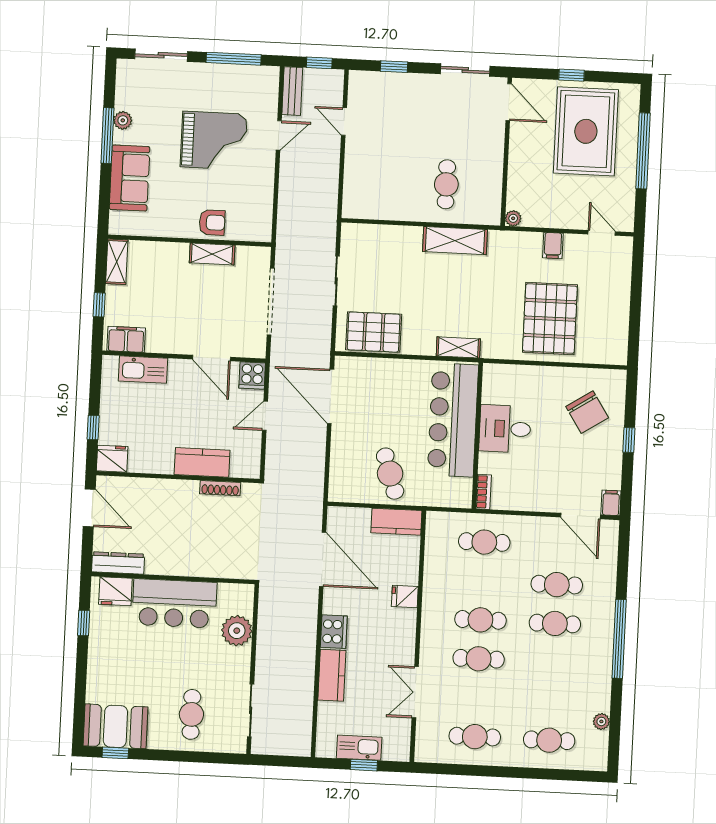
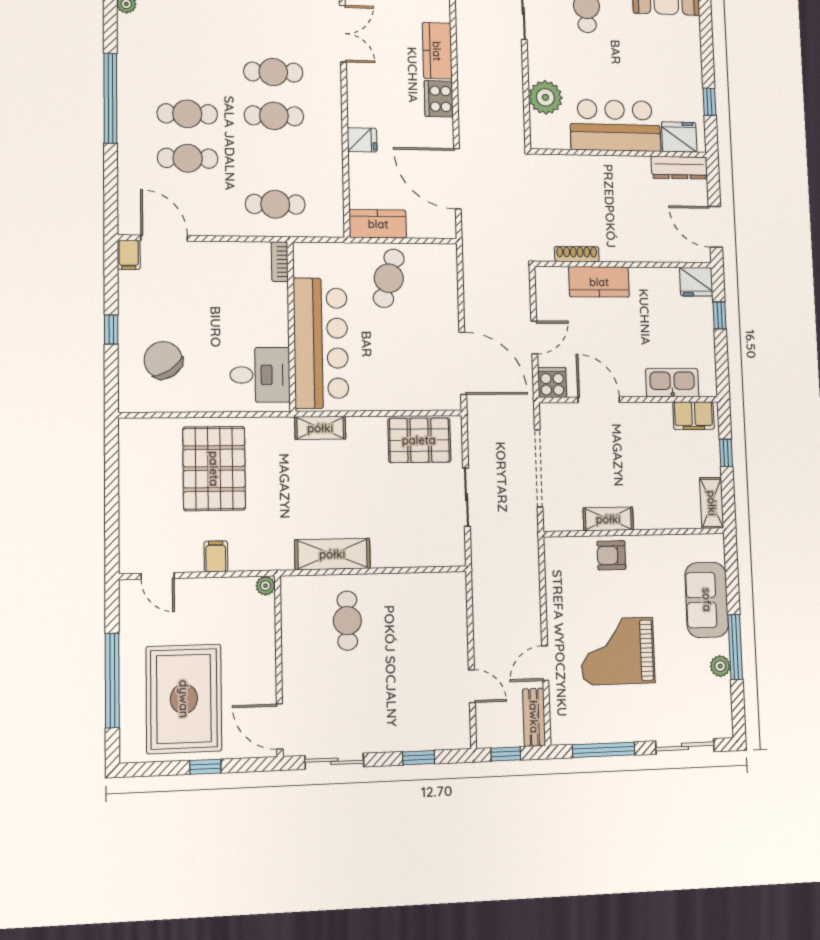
desk: (505, 429) -> (260, 375), moved
cafe table: (390, 474) -> (389, 278), turned 34

